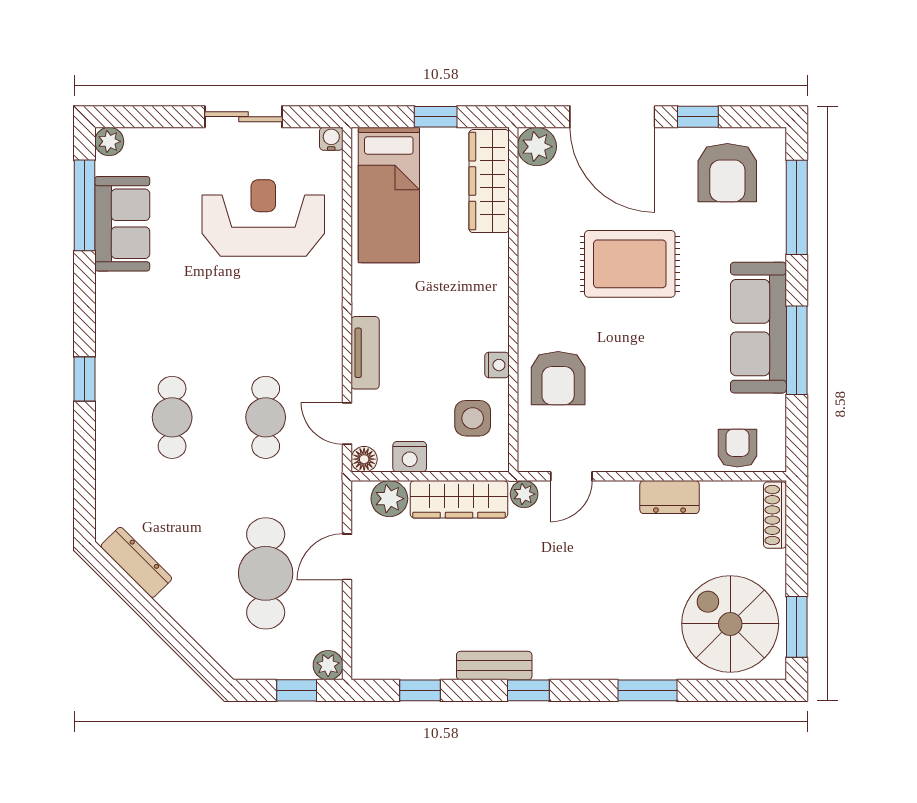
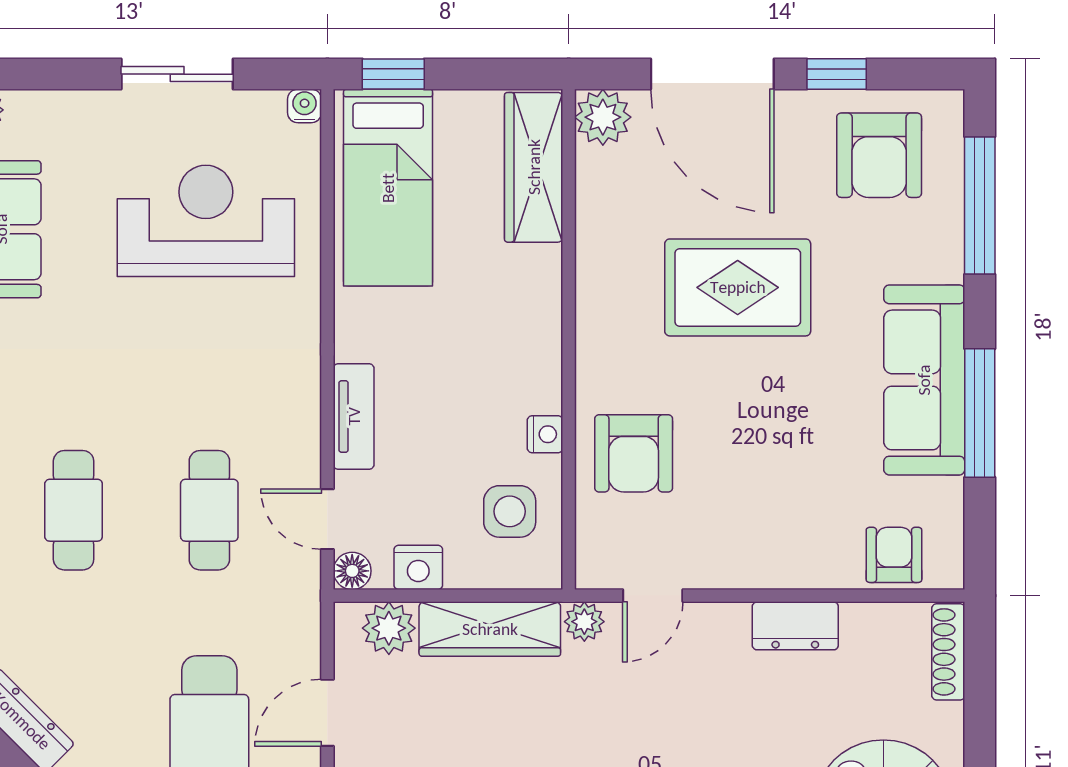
window: (436, 117) -> (393, 74), moved

